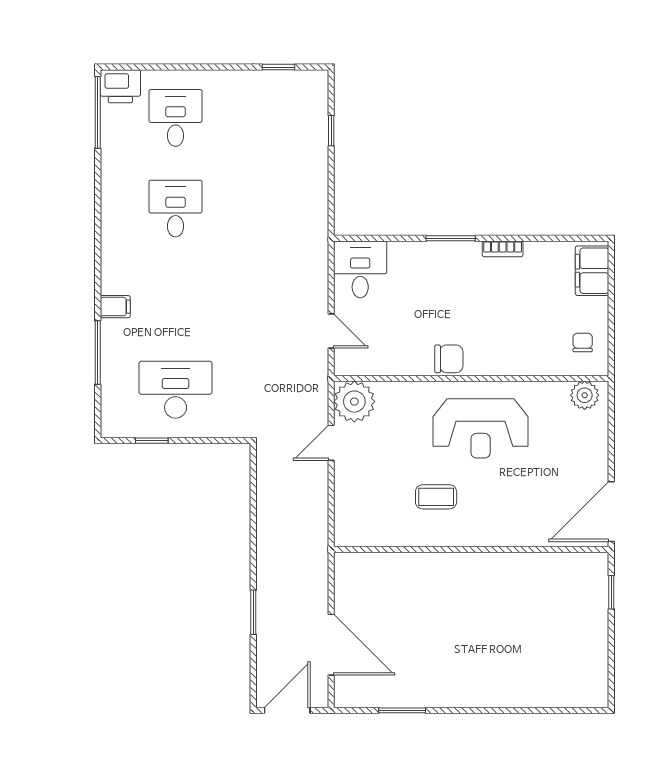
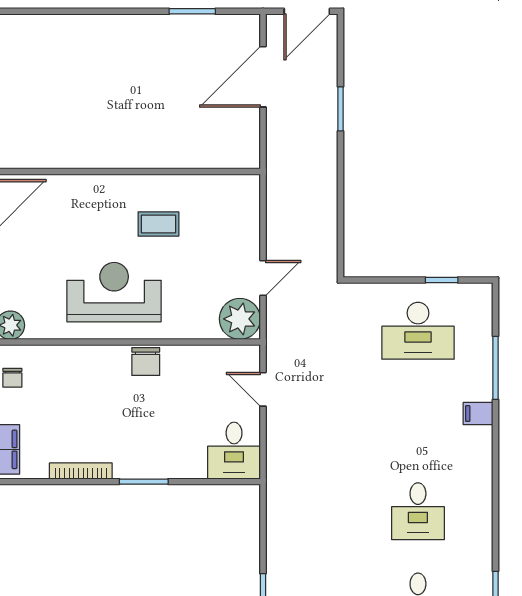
bookcase: (503, 249) -> (81, 471), width x1.56
chair: (449, 359) -> (146, 362), turned -90
door: (331, 645) -> (263, 77), hinge flipped

